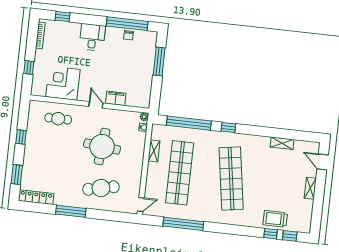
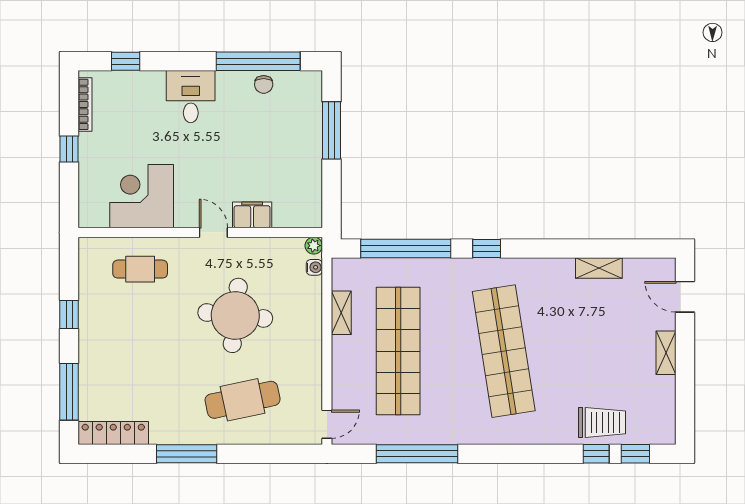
window: (29, 68) -> (69, 149), moved
window: (17, 175) -> (69, 392), width x1.44
trolley: (275, 219) -> (602, 422), turned 180

